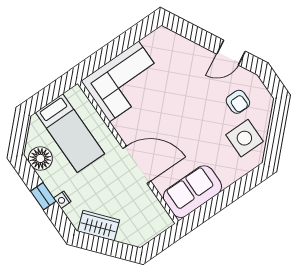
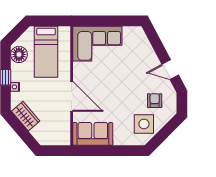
armchair: (238, 102) -> (155, 101), turned 180

